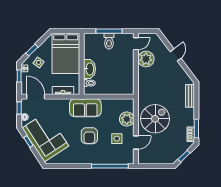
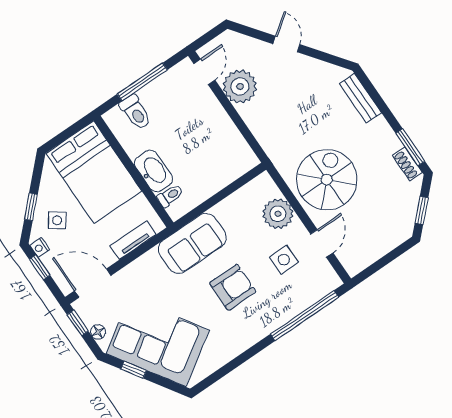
toilet: (109, 41) -> (135, 112), moved
armchair: (89, 136) -> (233, 287), turned -90

